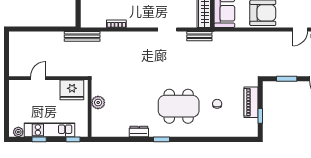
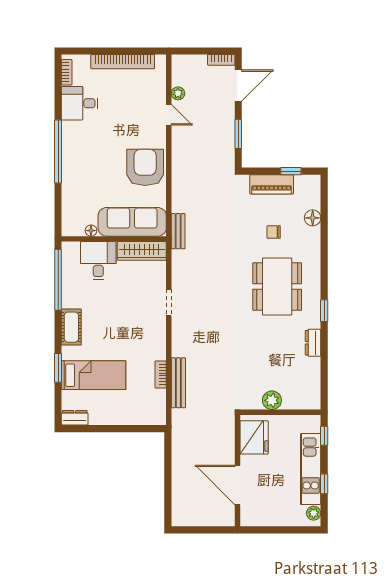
bench: (82, 36) -> (178, 383), moved
bench: (199, 36) -> (178, 231), moved
door: (38, 78) -> (237, 485), width x1.87
floor lamp: (227, 131) -> (313, 218), added

